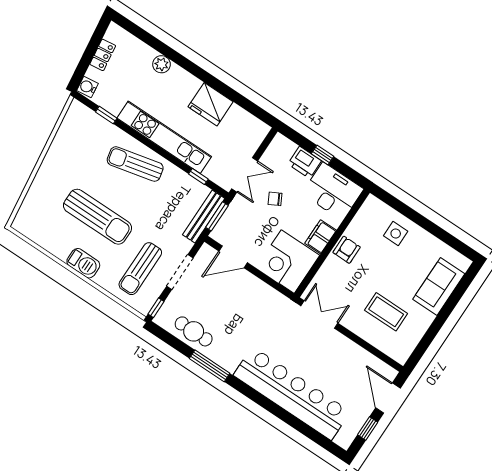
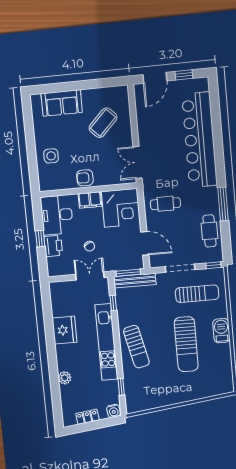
sun lounger: (98, 217) -> (186, 344), turned 180
cafe table: (256, 309) -> (165, 204), added
coffee table: (386, 312) -> (103, 123), turned 45

